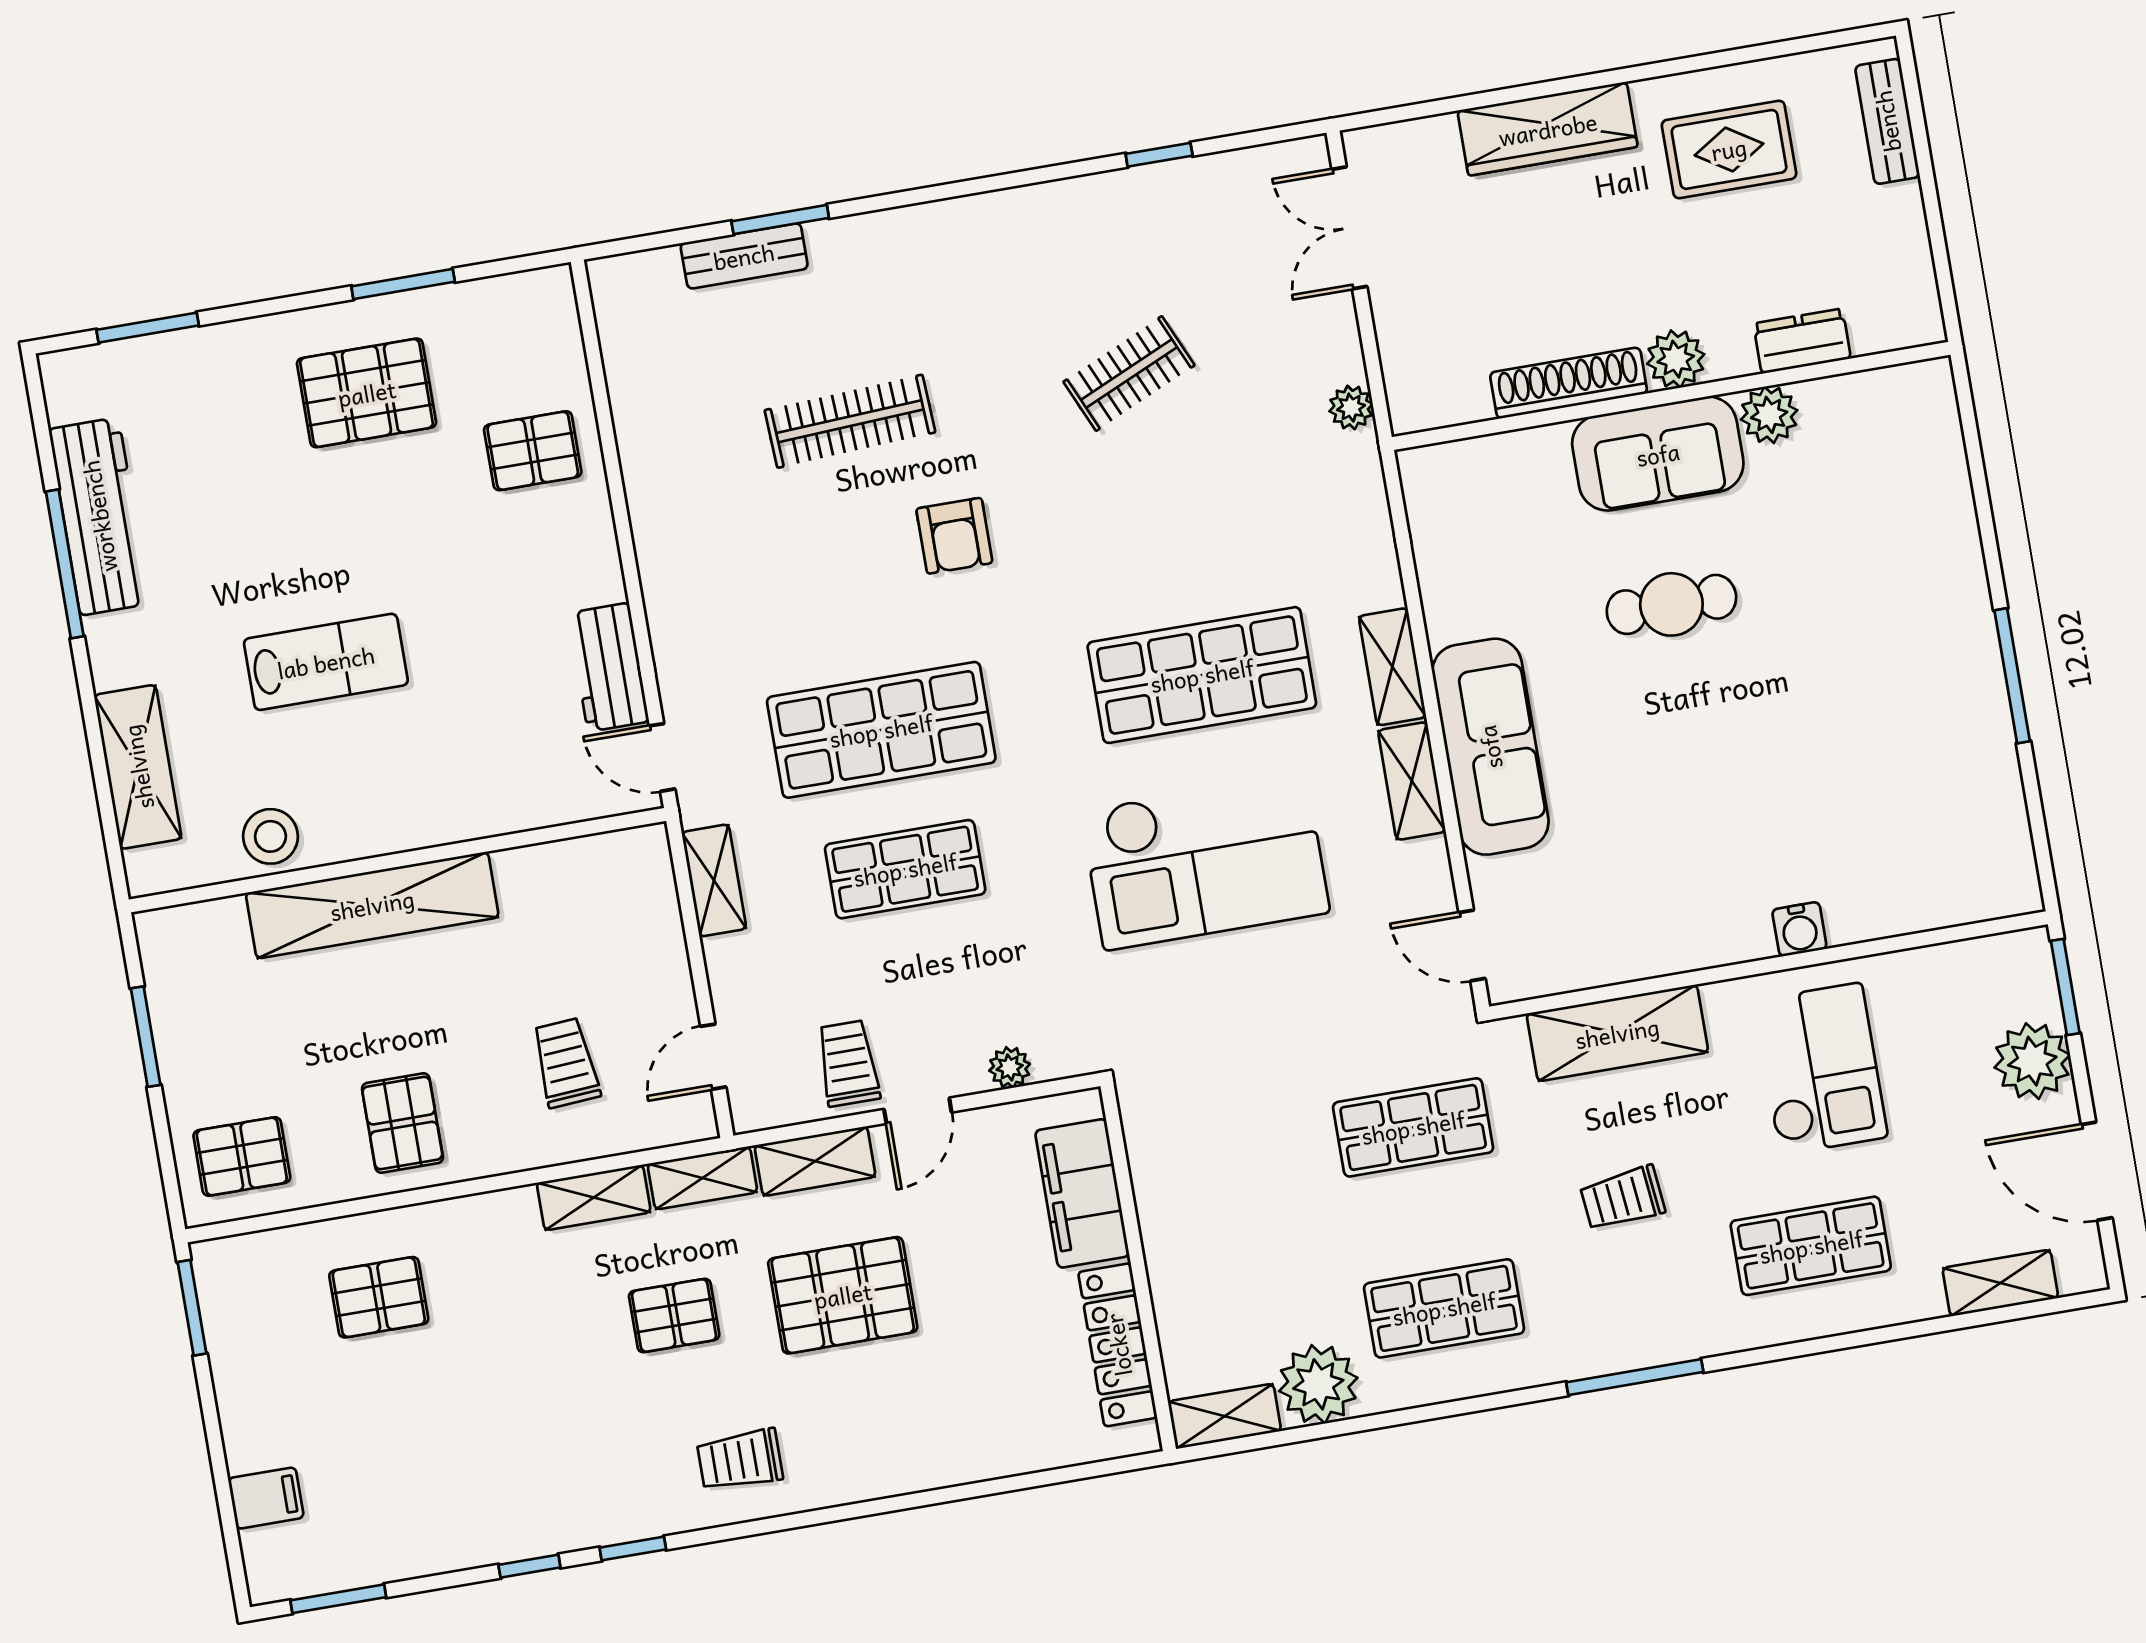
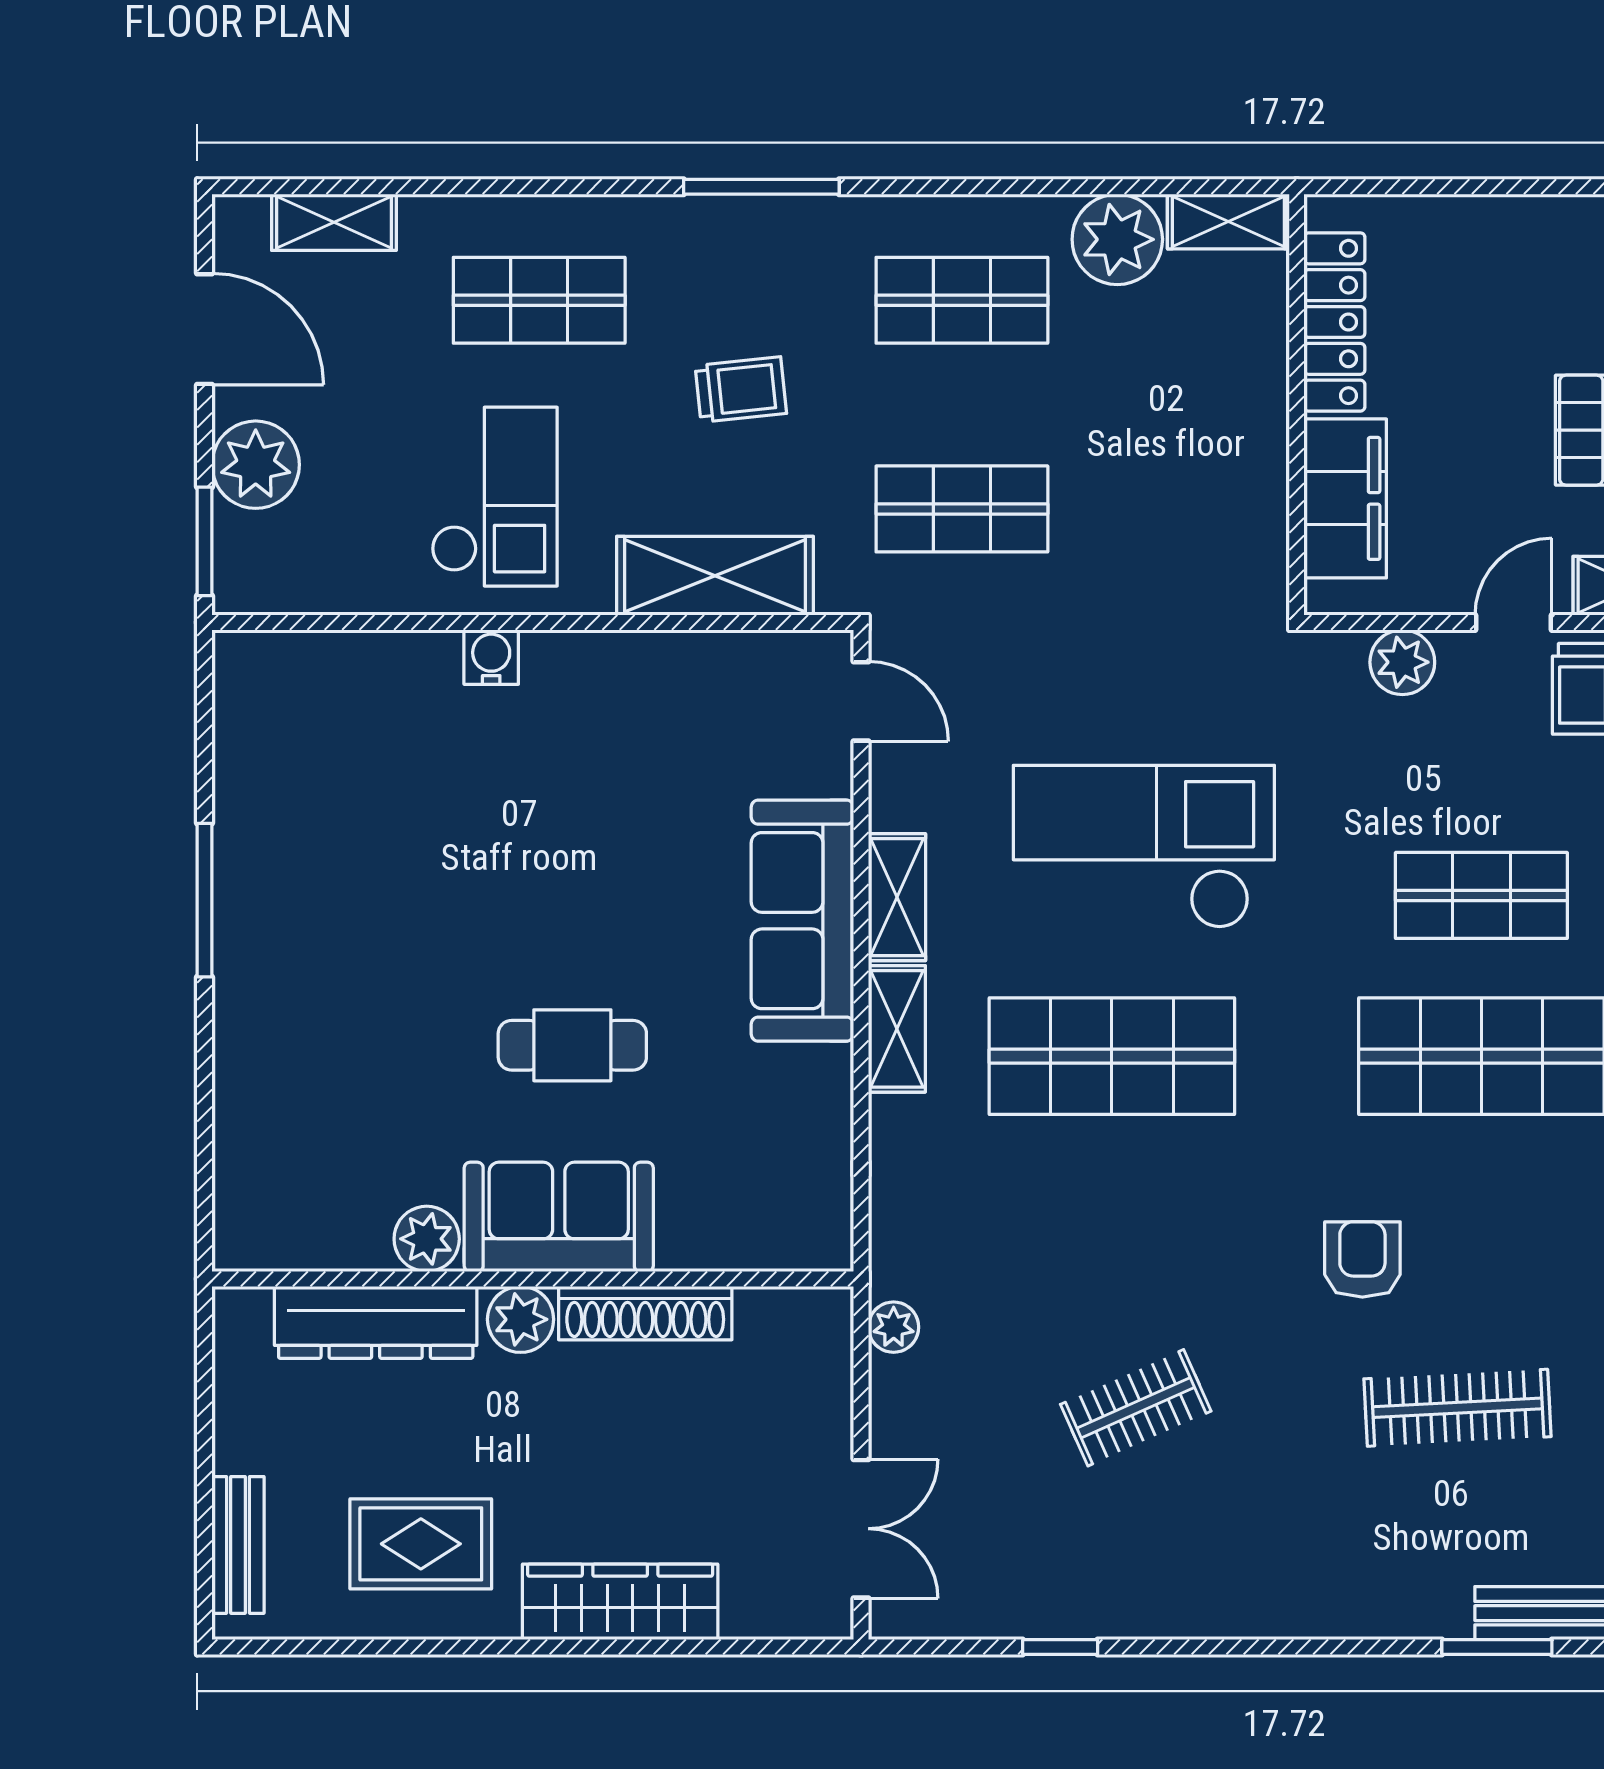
dresser: (1802, 341) -> (376, 1322), width x1.96, depth x1.24
plant: (1010, 1067) -> (1402, 662), width x1.38, depth x1.38
checkout: (1820, 1069) -> (494, 497), turned 180

